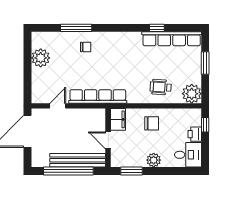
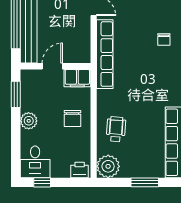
window: (205, 125) -> (42, 182), moved
printer: (195, 134) -> (80, 170), moved

